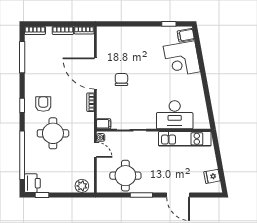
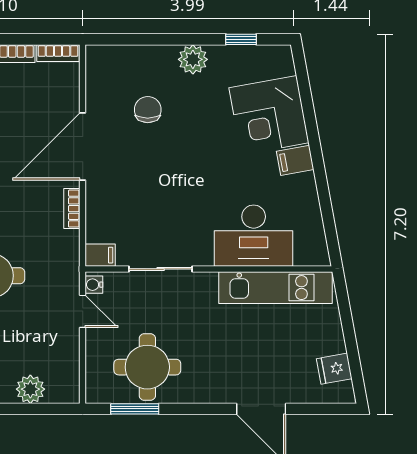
plant: (147, 33) -> (193, 59), added
filing cabinet: (186, 35) -> (295, 160), moved
door: (95, 73) -> (83, 147), hinge flipped
chair: (121, 79) -> (148, 110), moved
plant: (82, 186) -> (30, 389), moved
window: (141, 195) -> (135, 409), moved

